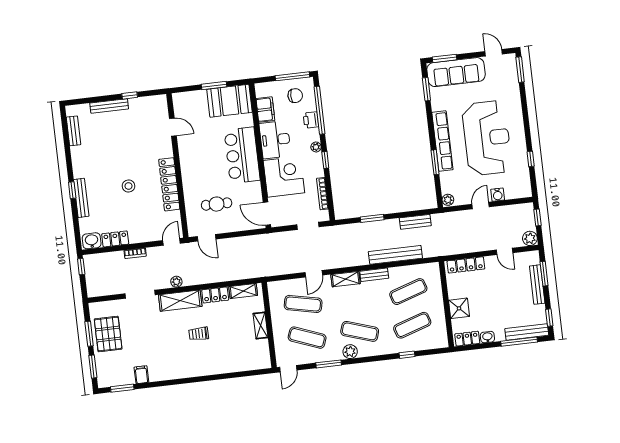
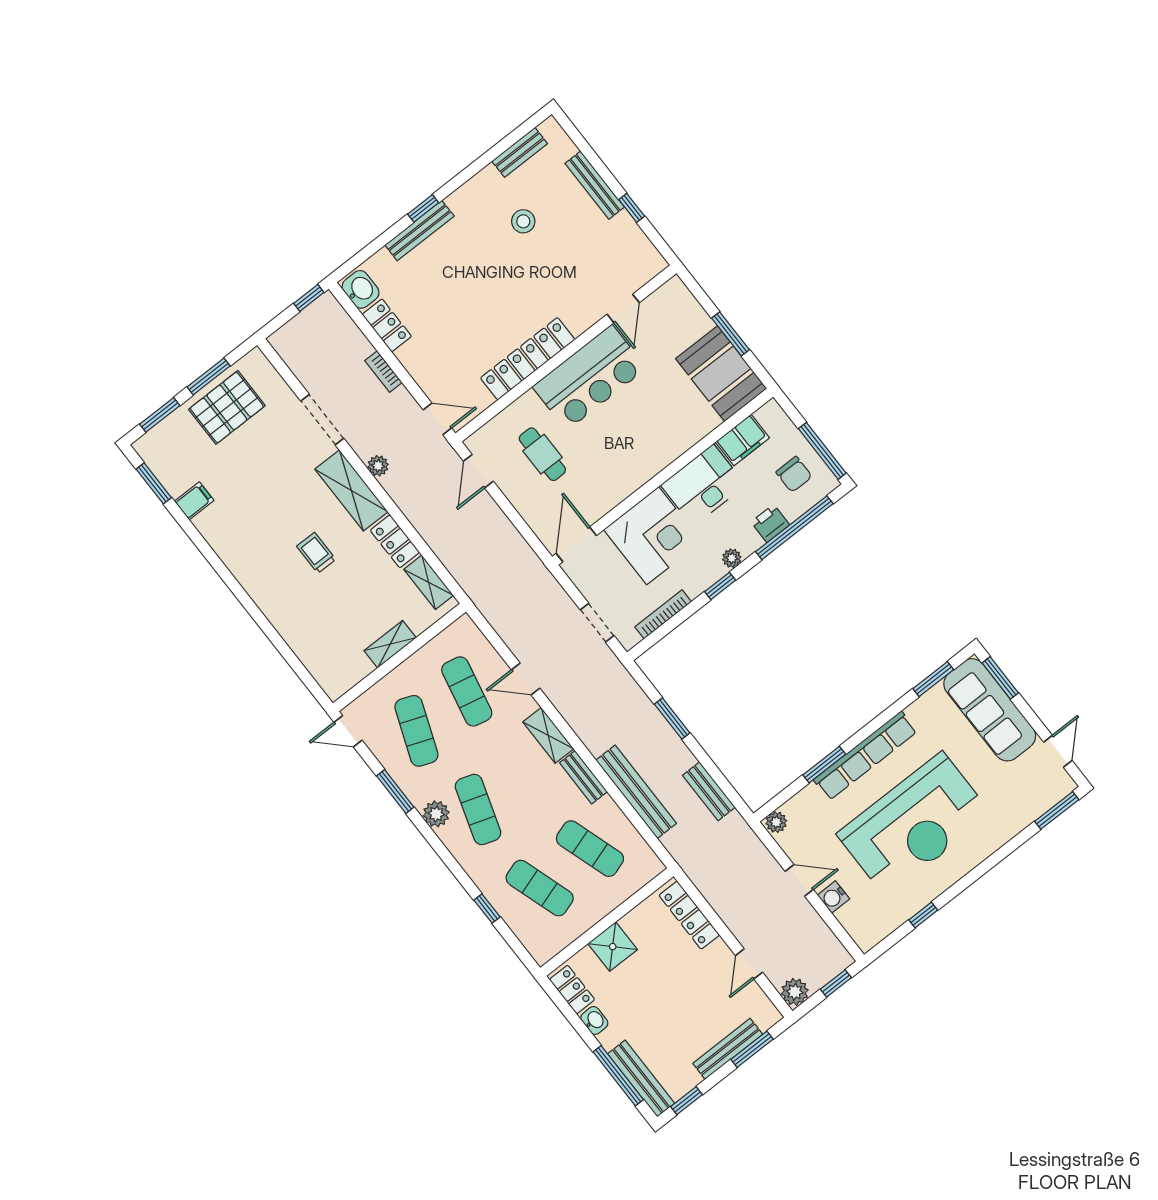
bar counter: (242, 155) -> (589, 377), moved, turned 180
stool: (129, 186) -> (523, 221), moved

